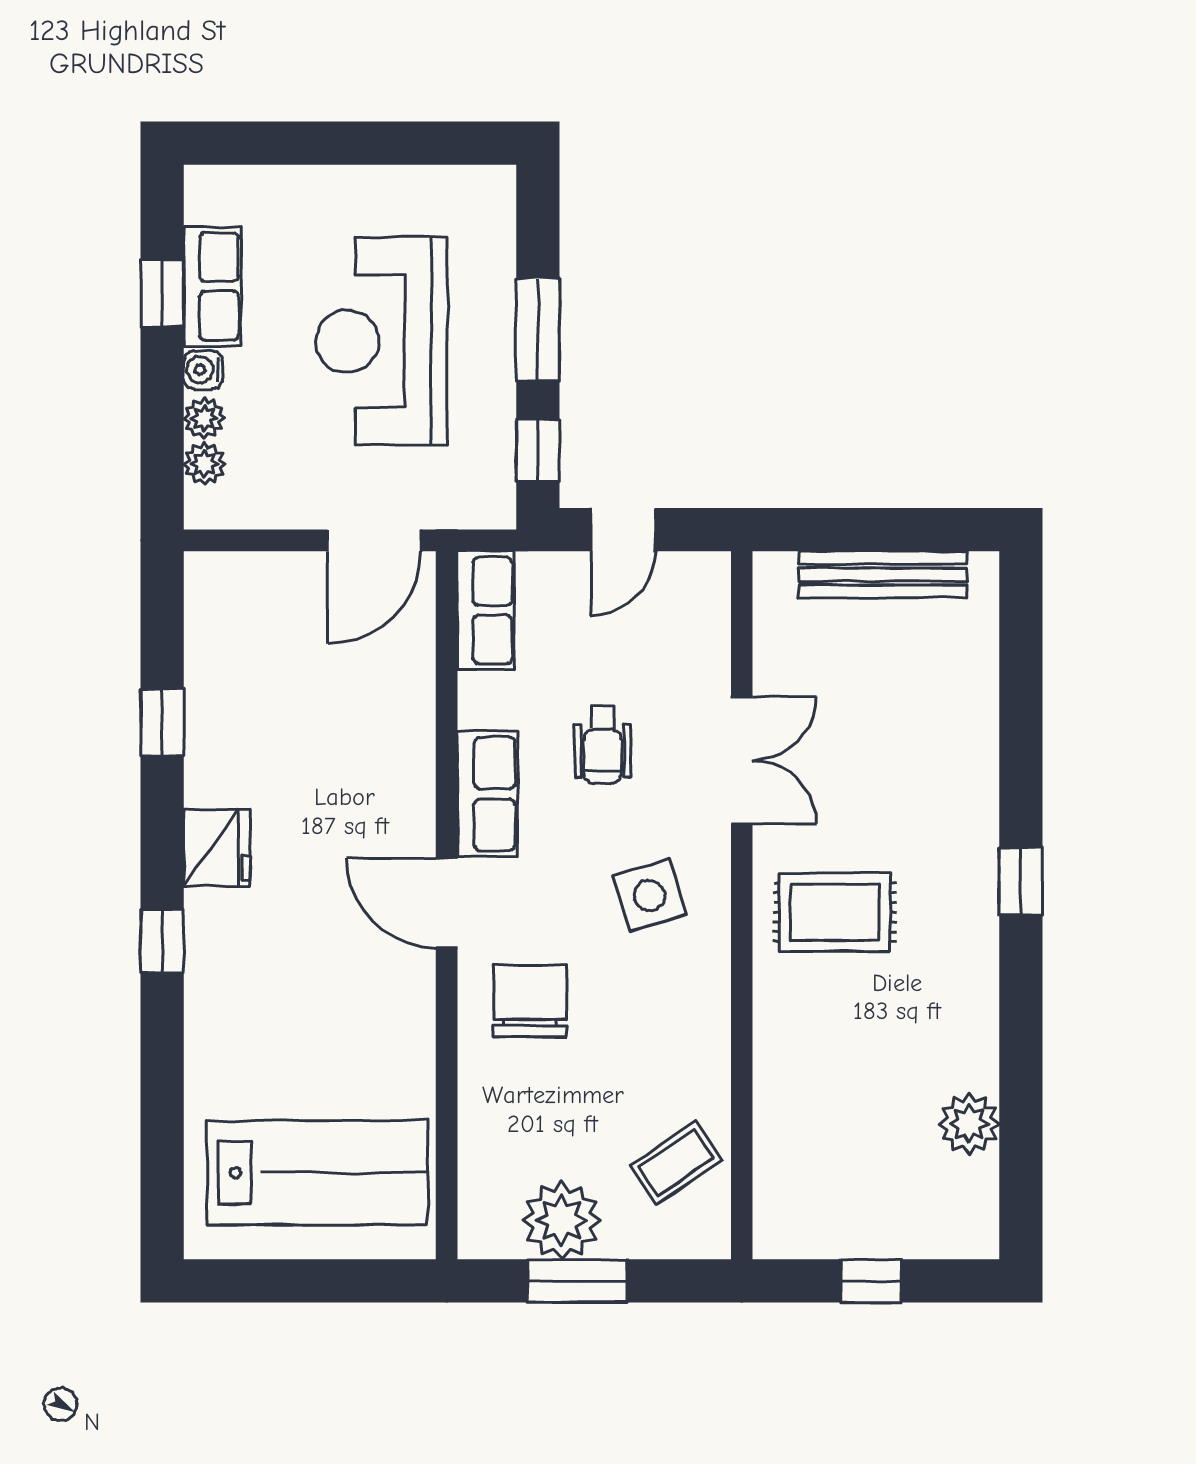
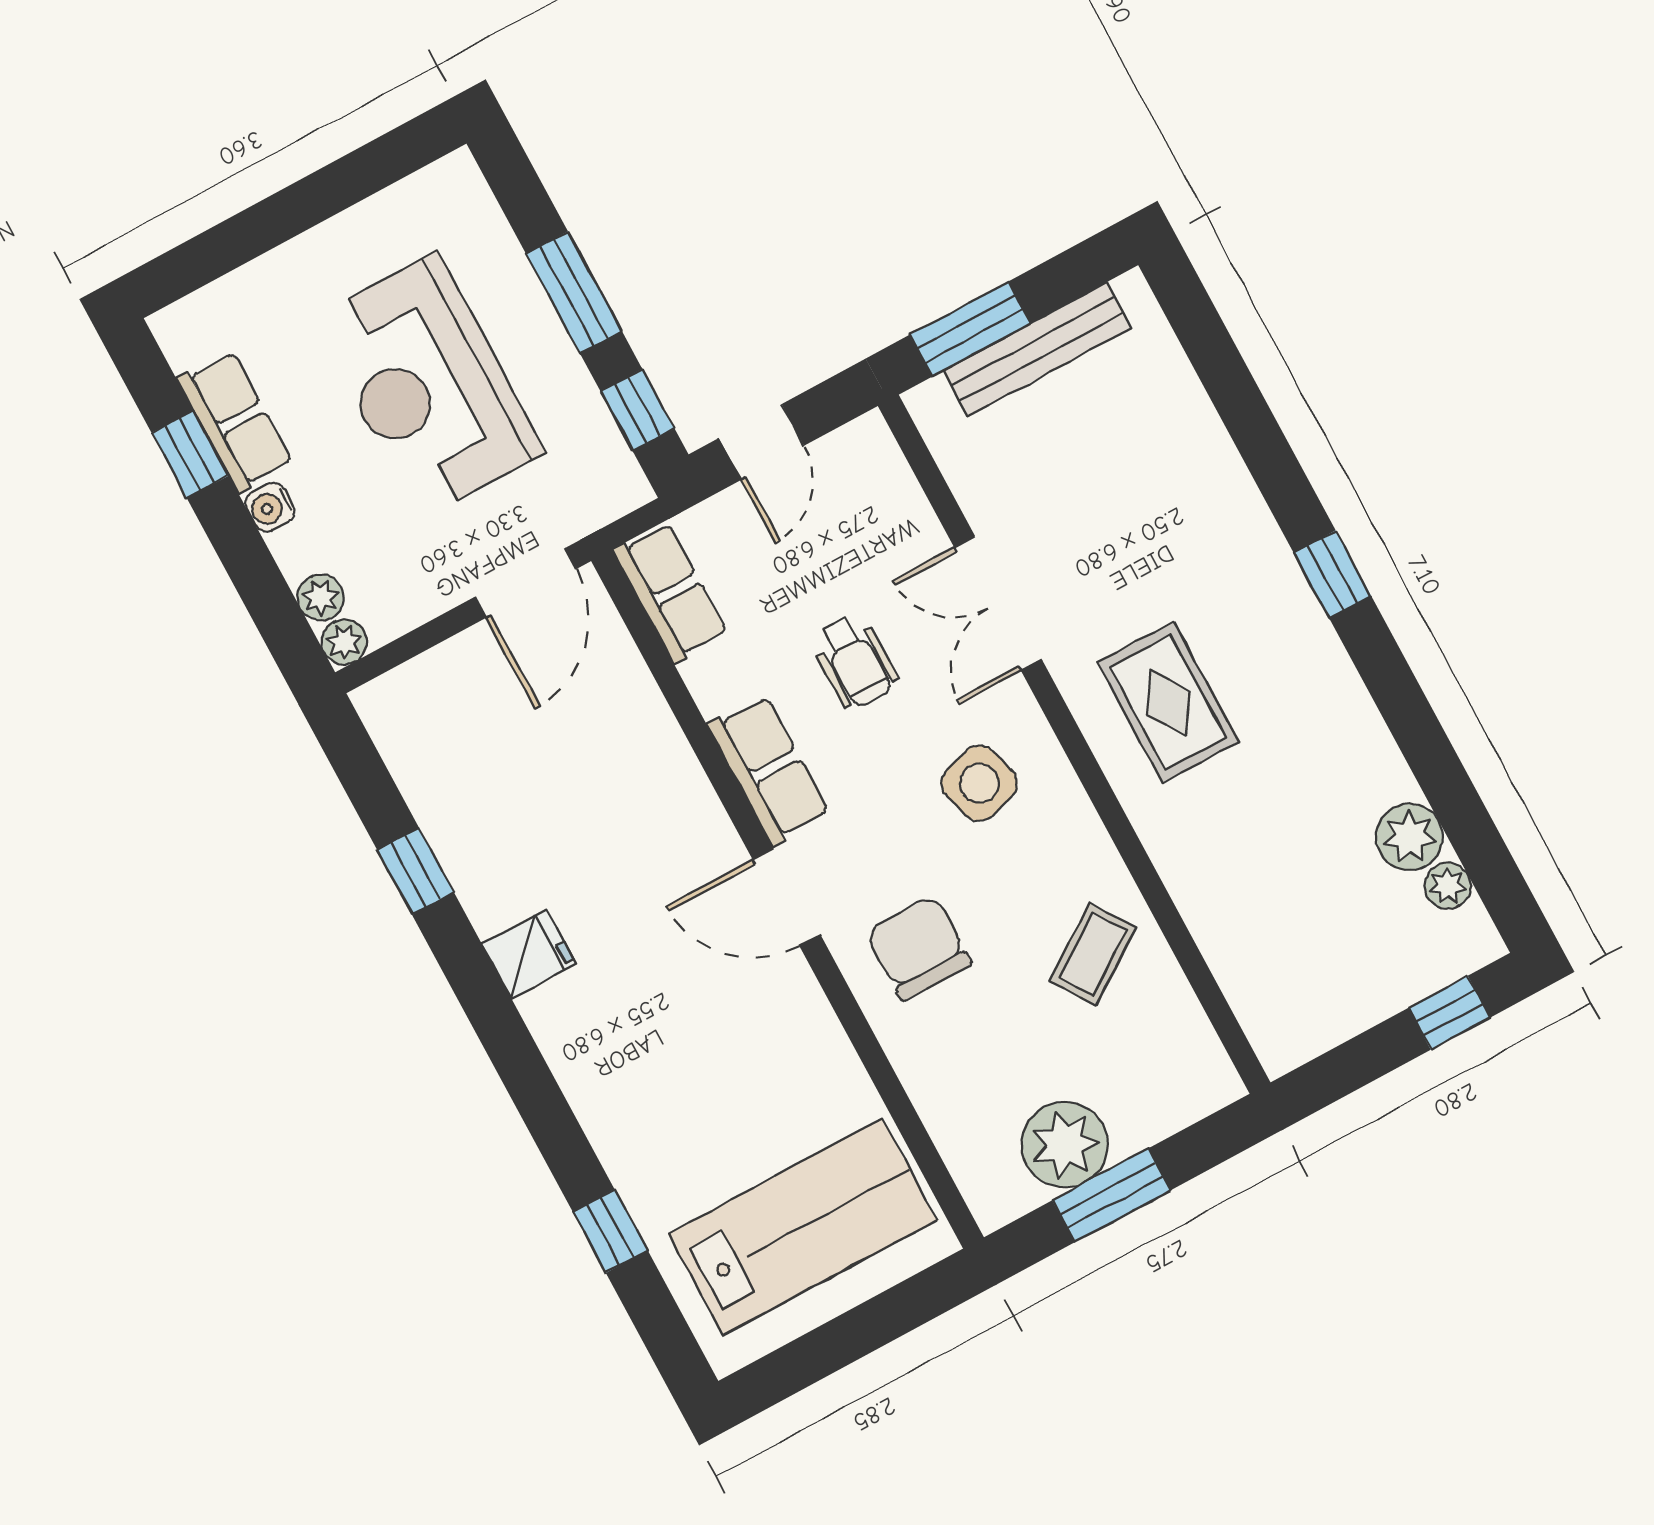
plant: (204, 418) -> (344, 642), moved
window: (838, 530) -> (970, 329), added
double door: (742, 760) -> (998, 603), swing flipped
fridge: (217, 848) -> (529, 954), width x0.72
rug: (835, 912) -> (1168, 702), turned 90
window: (162, 941) -> (610, 1231), moved
coffee table: (676, 1163) -> (1093, 954), moved
plant: (978, 1179) -> (1448, 886), added
window: (871, 1281) -> (1449, 1013), moved

